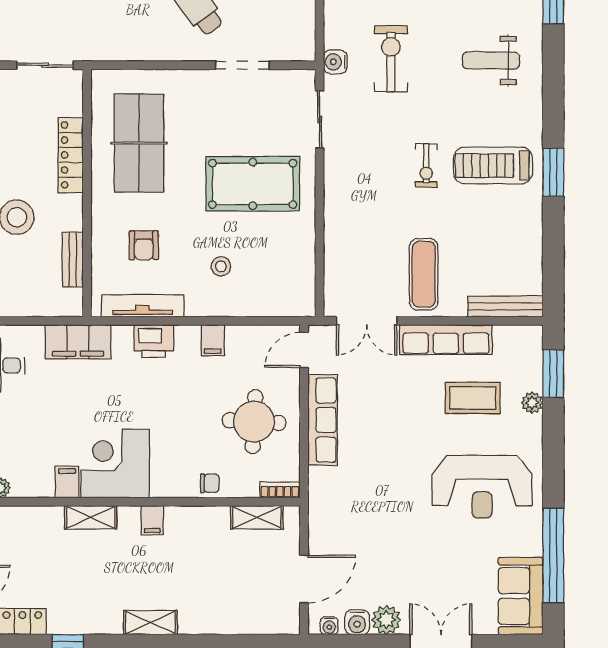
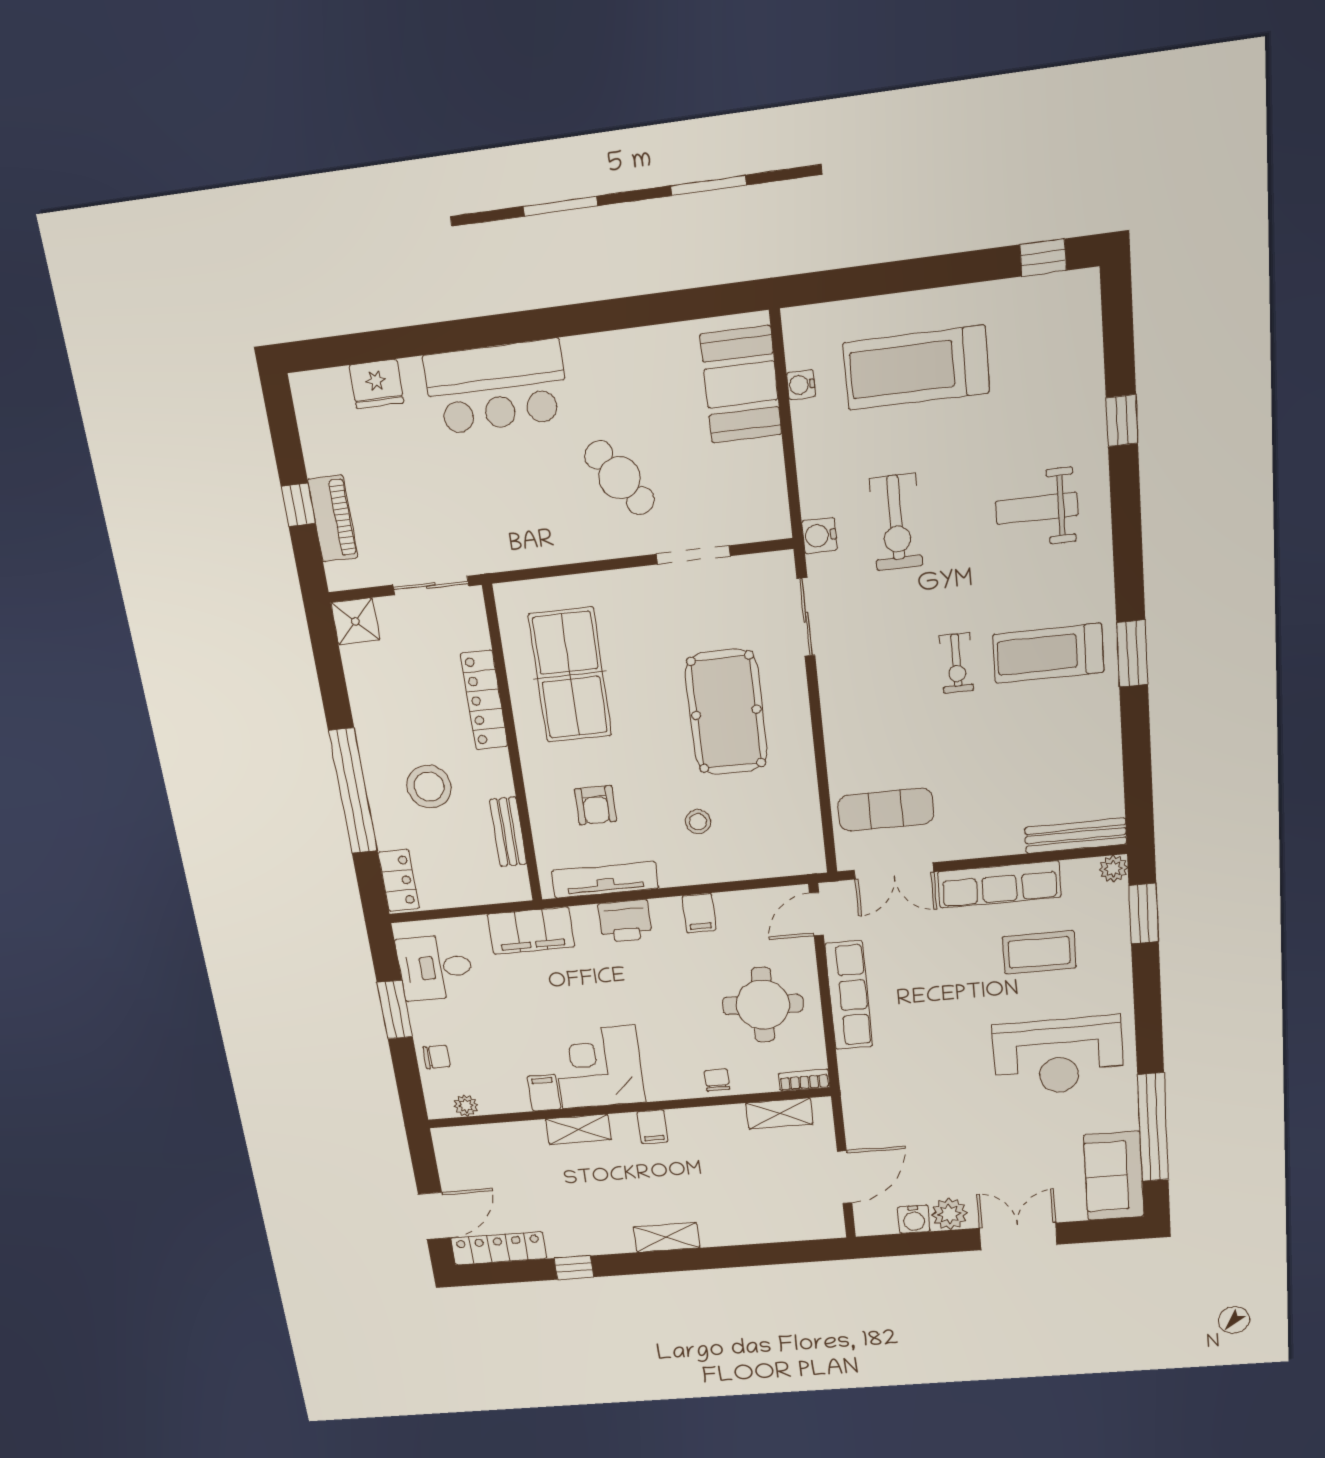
exercise bike: (391, 59) -> (896, 522), turned 180
pool table: (253, 184) -> (726, 712), turned 90
exercise mat: (424, 274) -> (886, 810), moved, turned 90
plant: (532, 403) -> (1113, 869), moved
chair: (210, 483) -> (717, 1080), turned -90
water cooler: (329, 626) -> (880, 1225), removed

